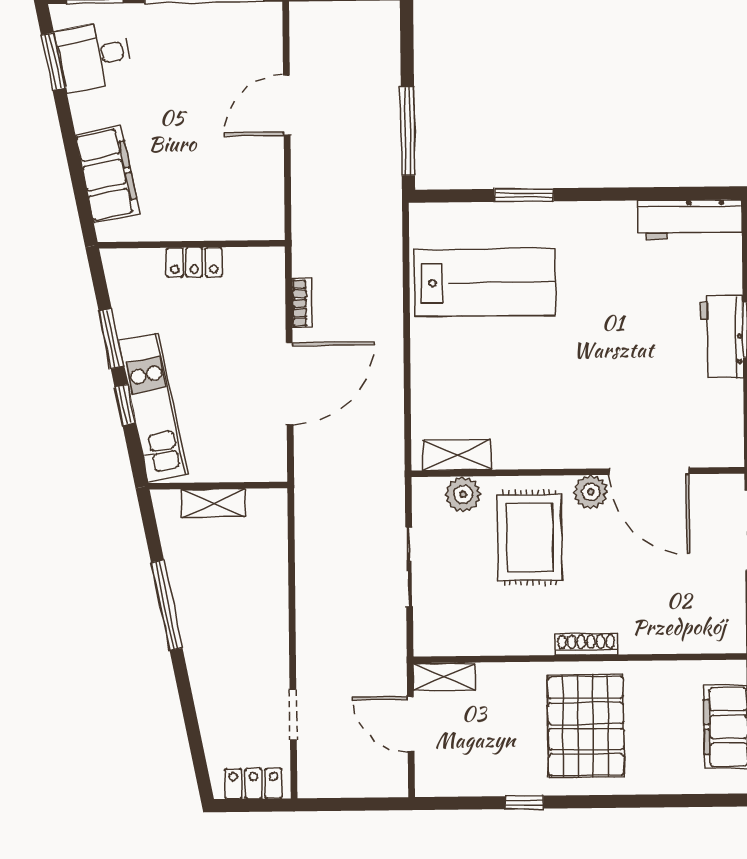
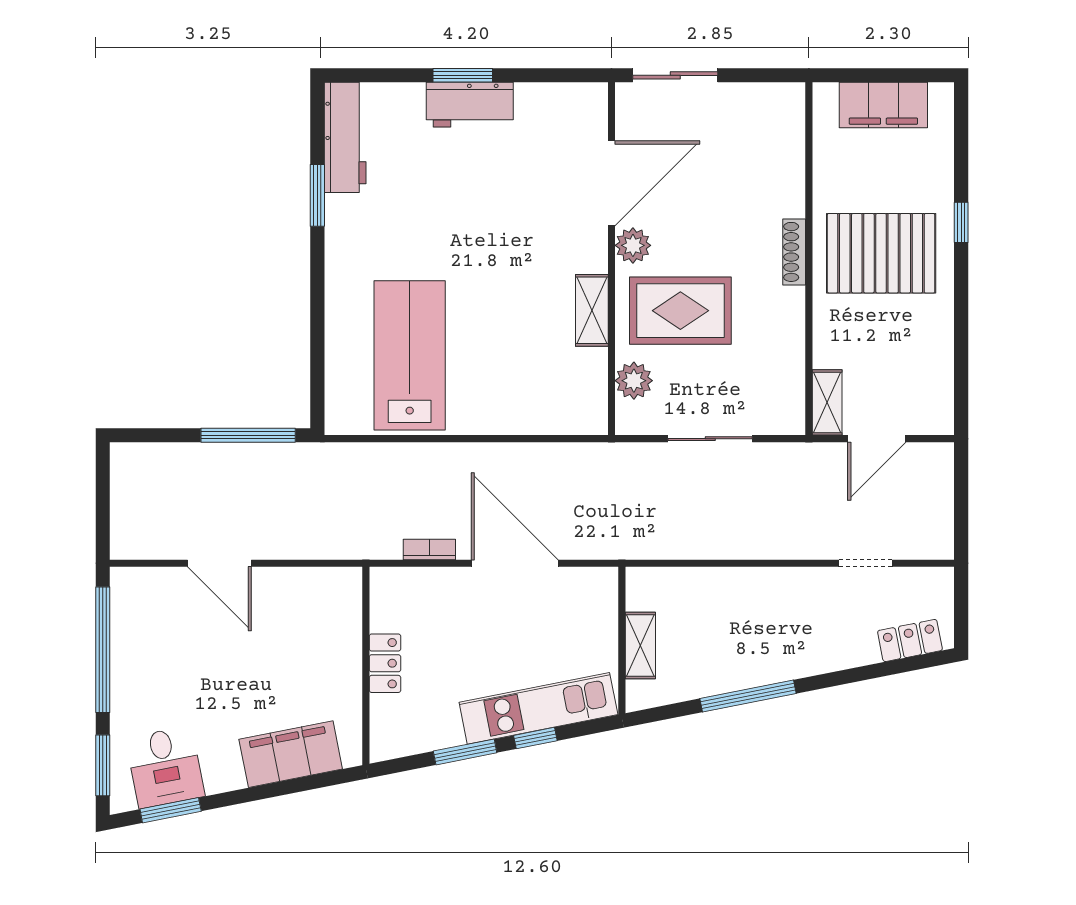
window: (524, 195) -> (317, 195), moved
shelving: (457, 455) -> (592, 310), moved
locker: (253, 783) -> (910, 641), moved, turned 79
window: (524, 802) -> (961, 222), moved

